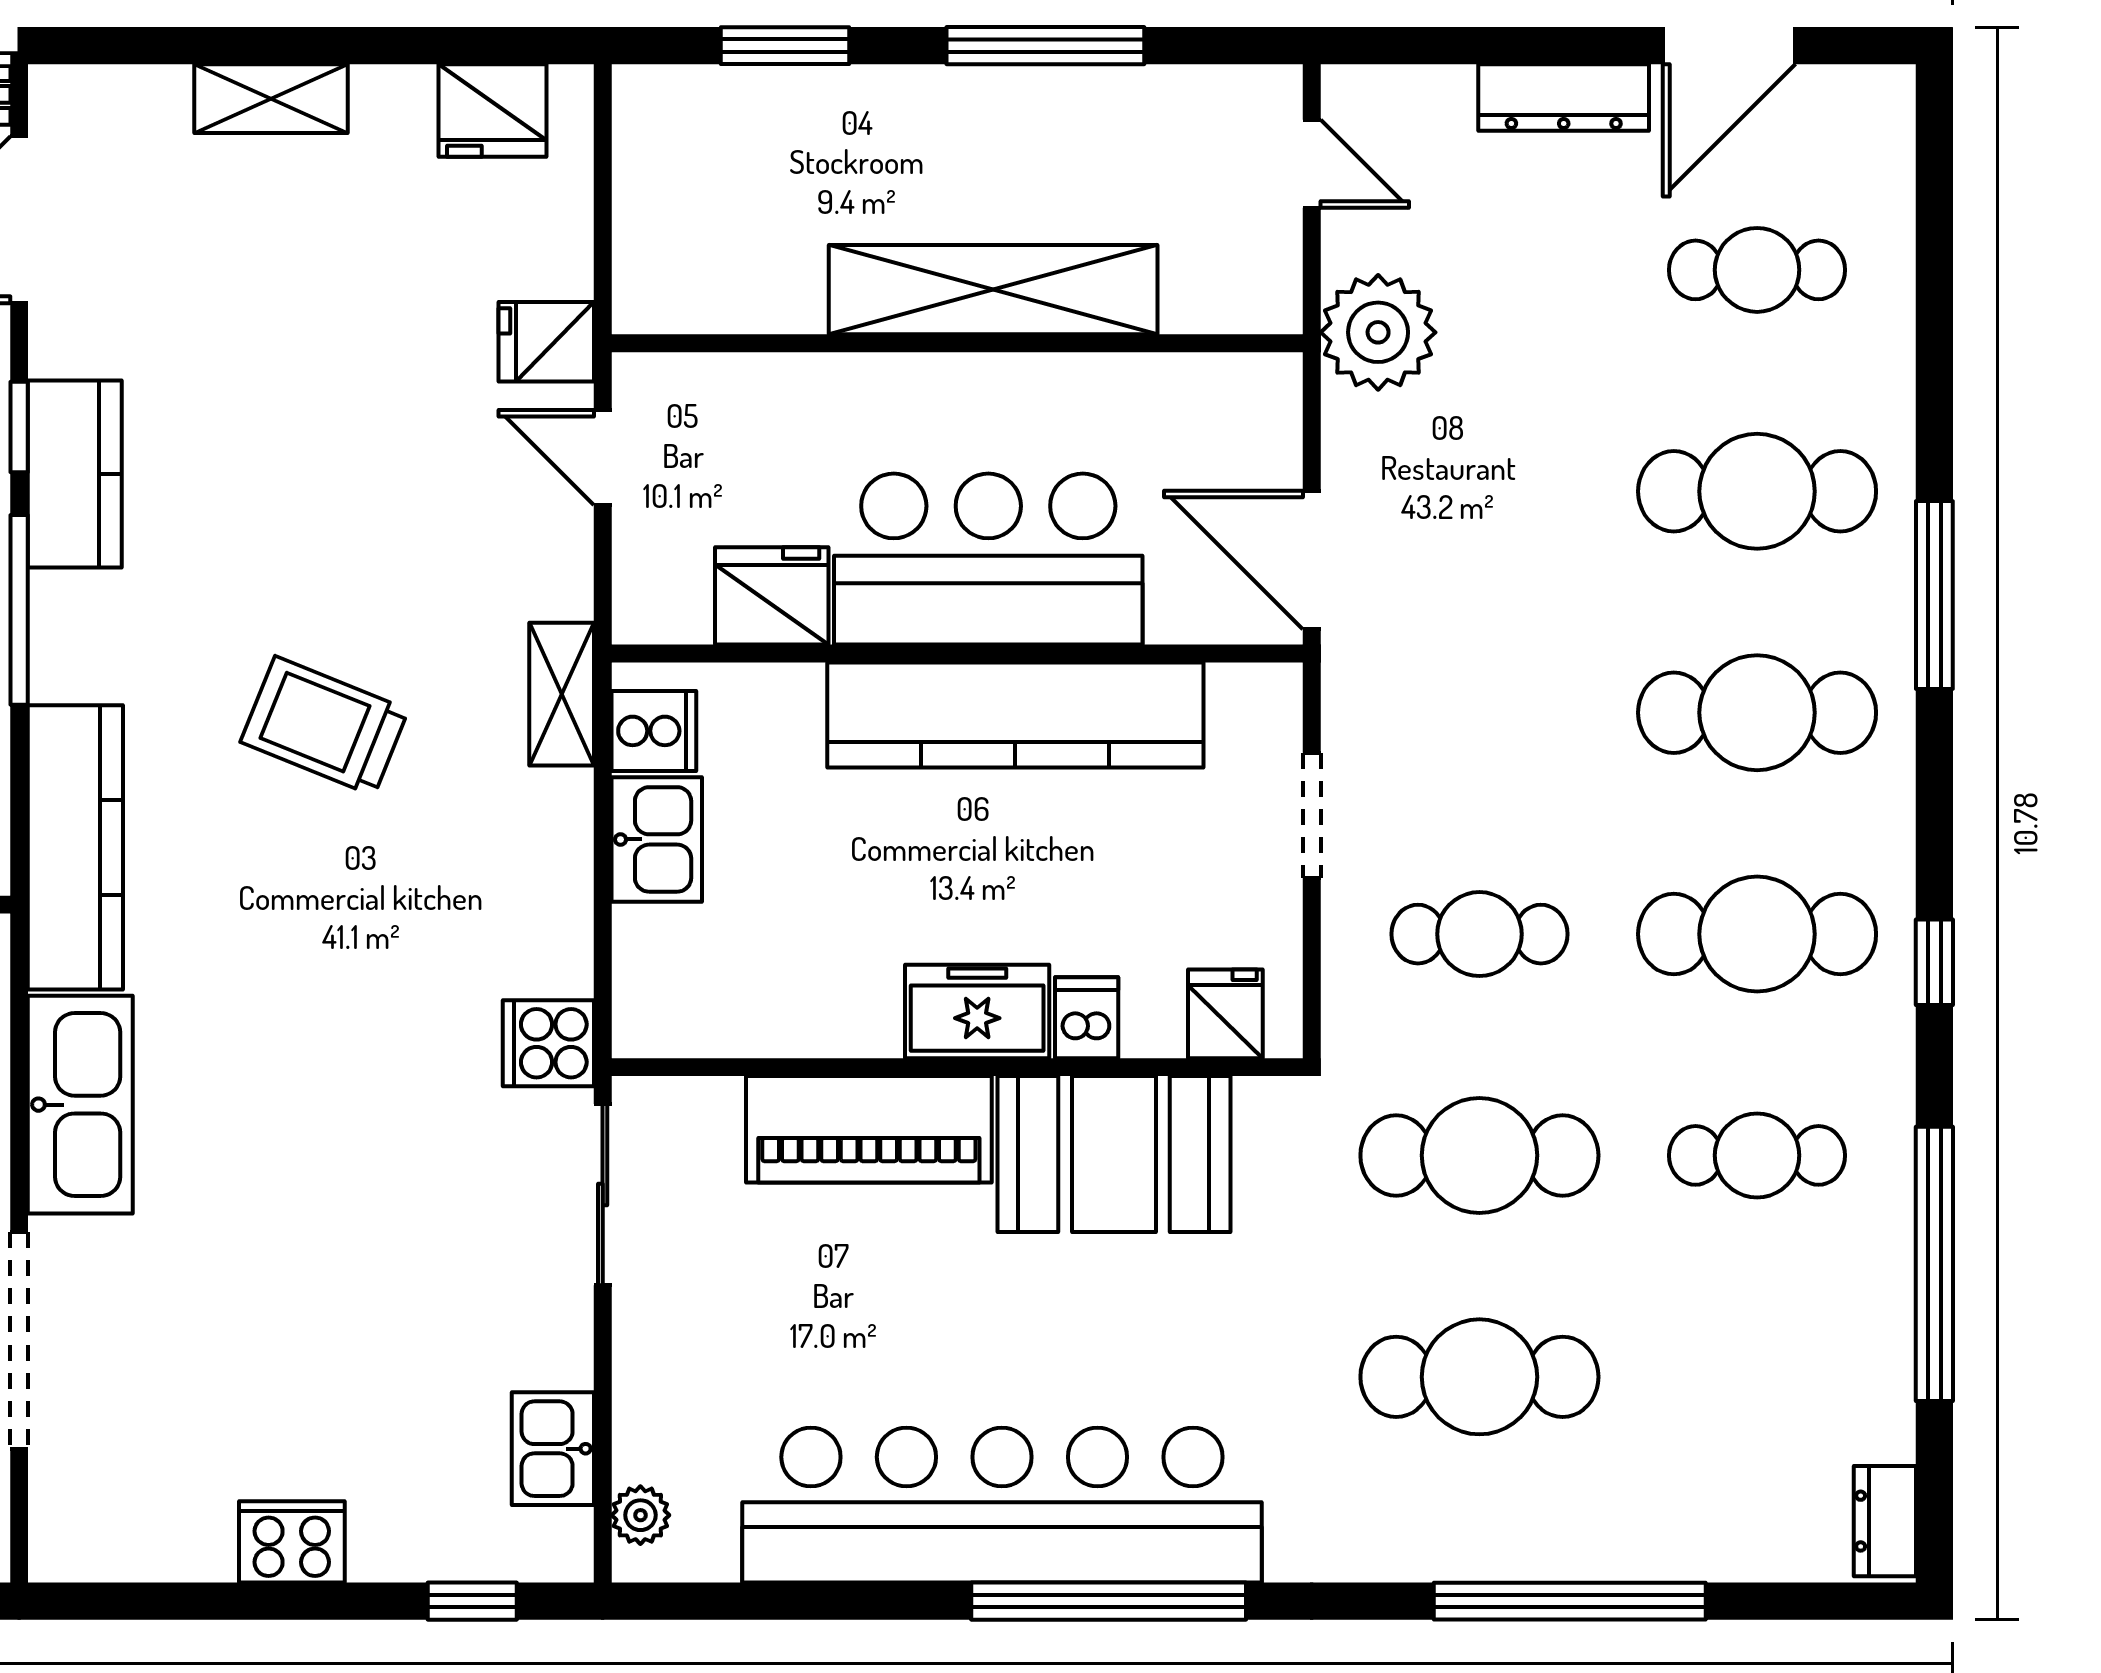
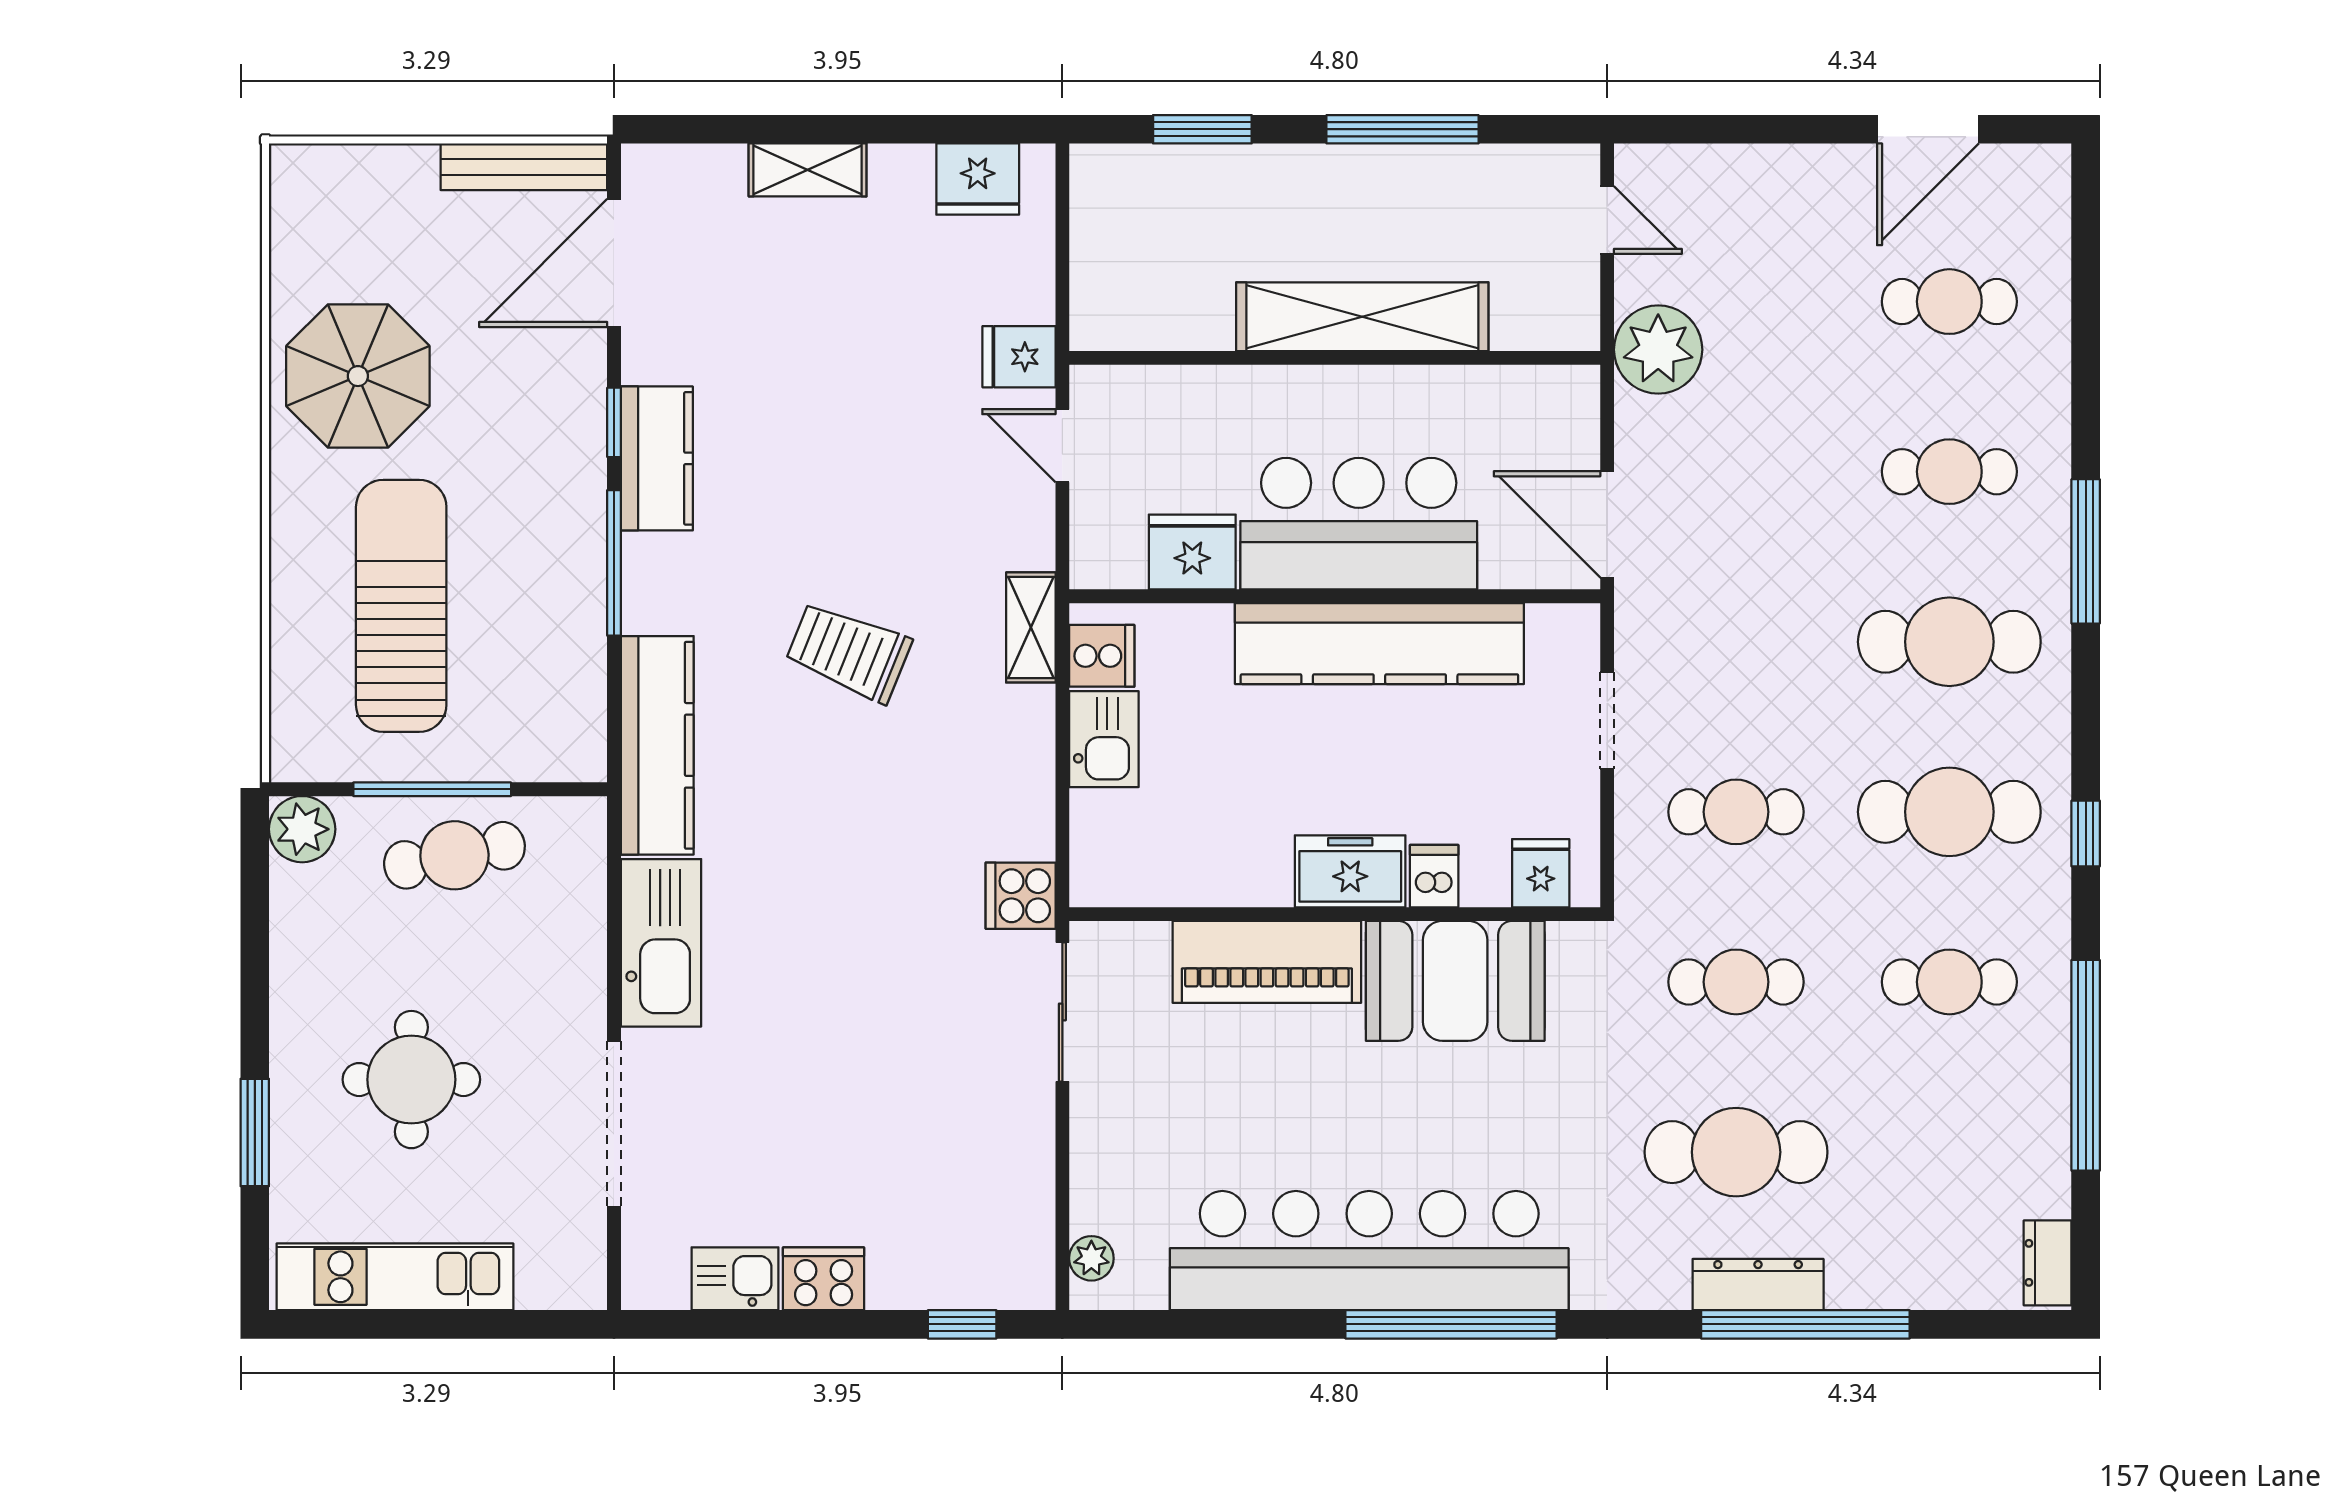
dresser: (1564, 97) -> (1758, 1285), moved, turned 180
cafe table: (1757, 491) -> (1949, 472), width x0.73, depth x0.74
cafe table: (1479, 1155) -> (1736, 982), width x0.73, depth x0.74
kitchen sink: (553, 1449) -> (735, 1279), moved, turned 90

